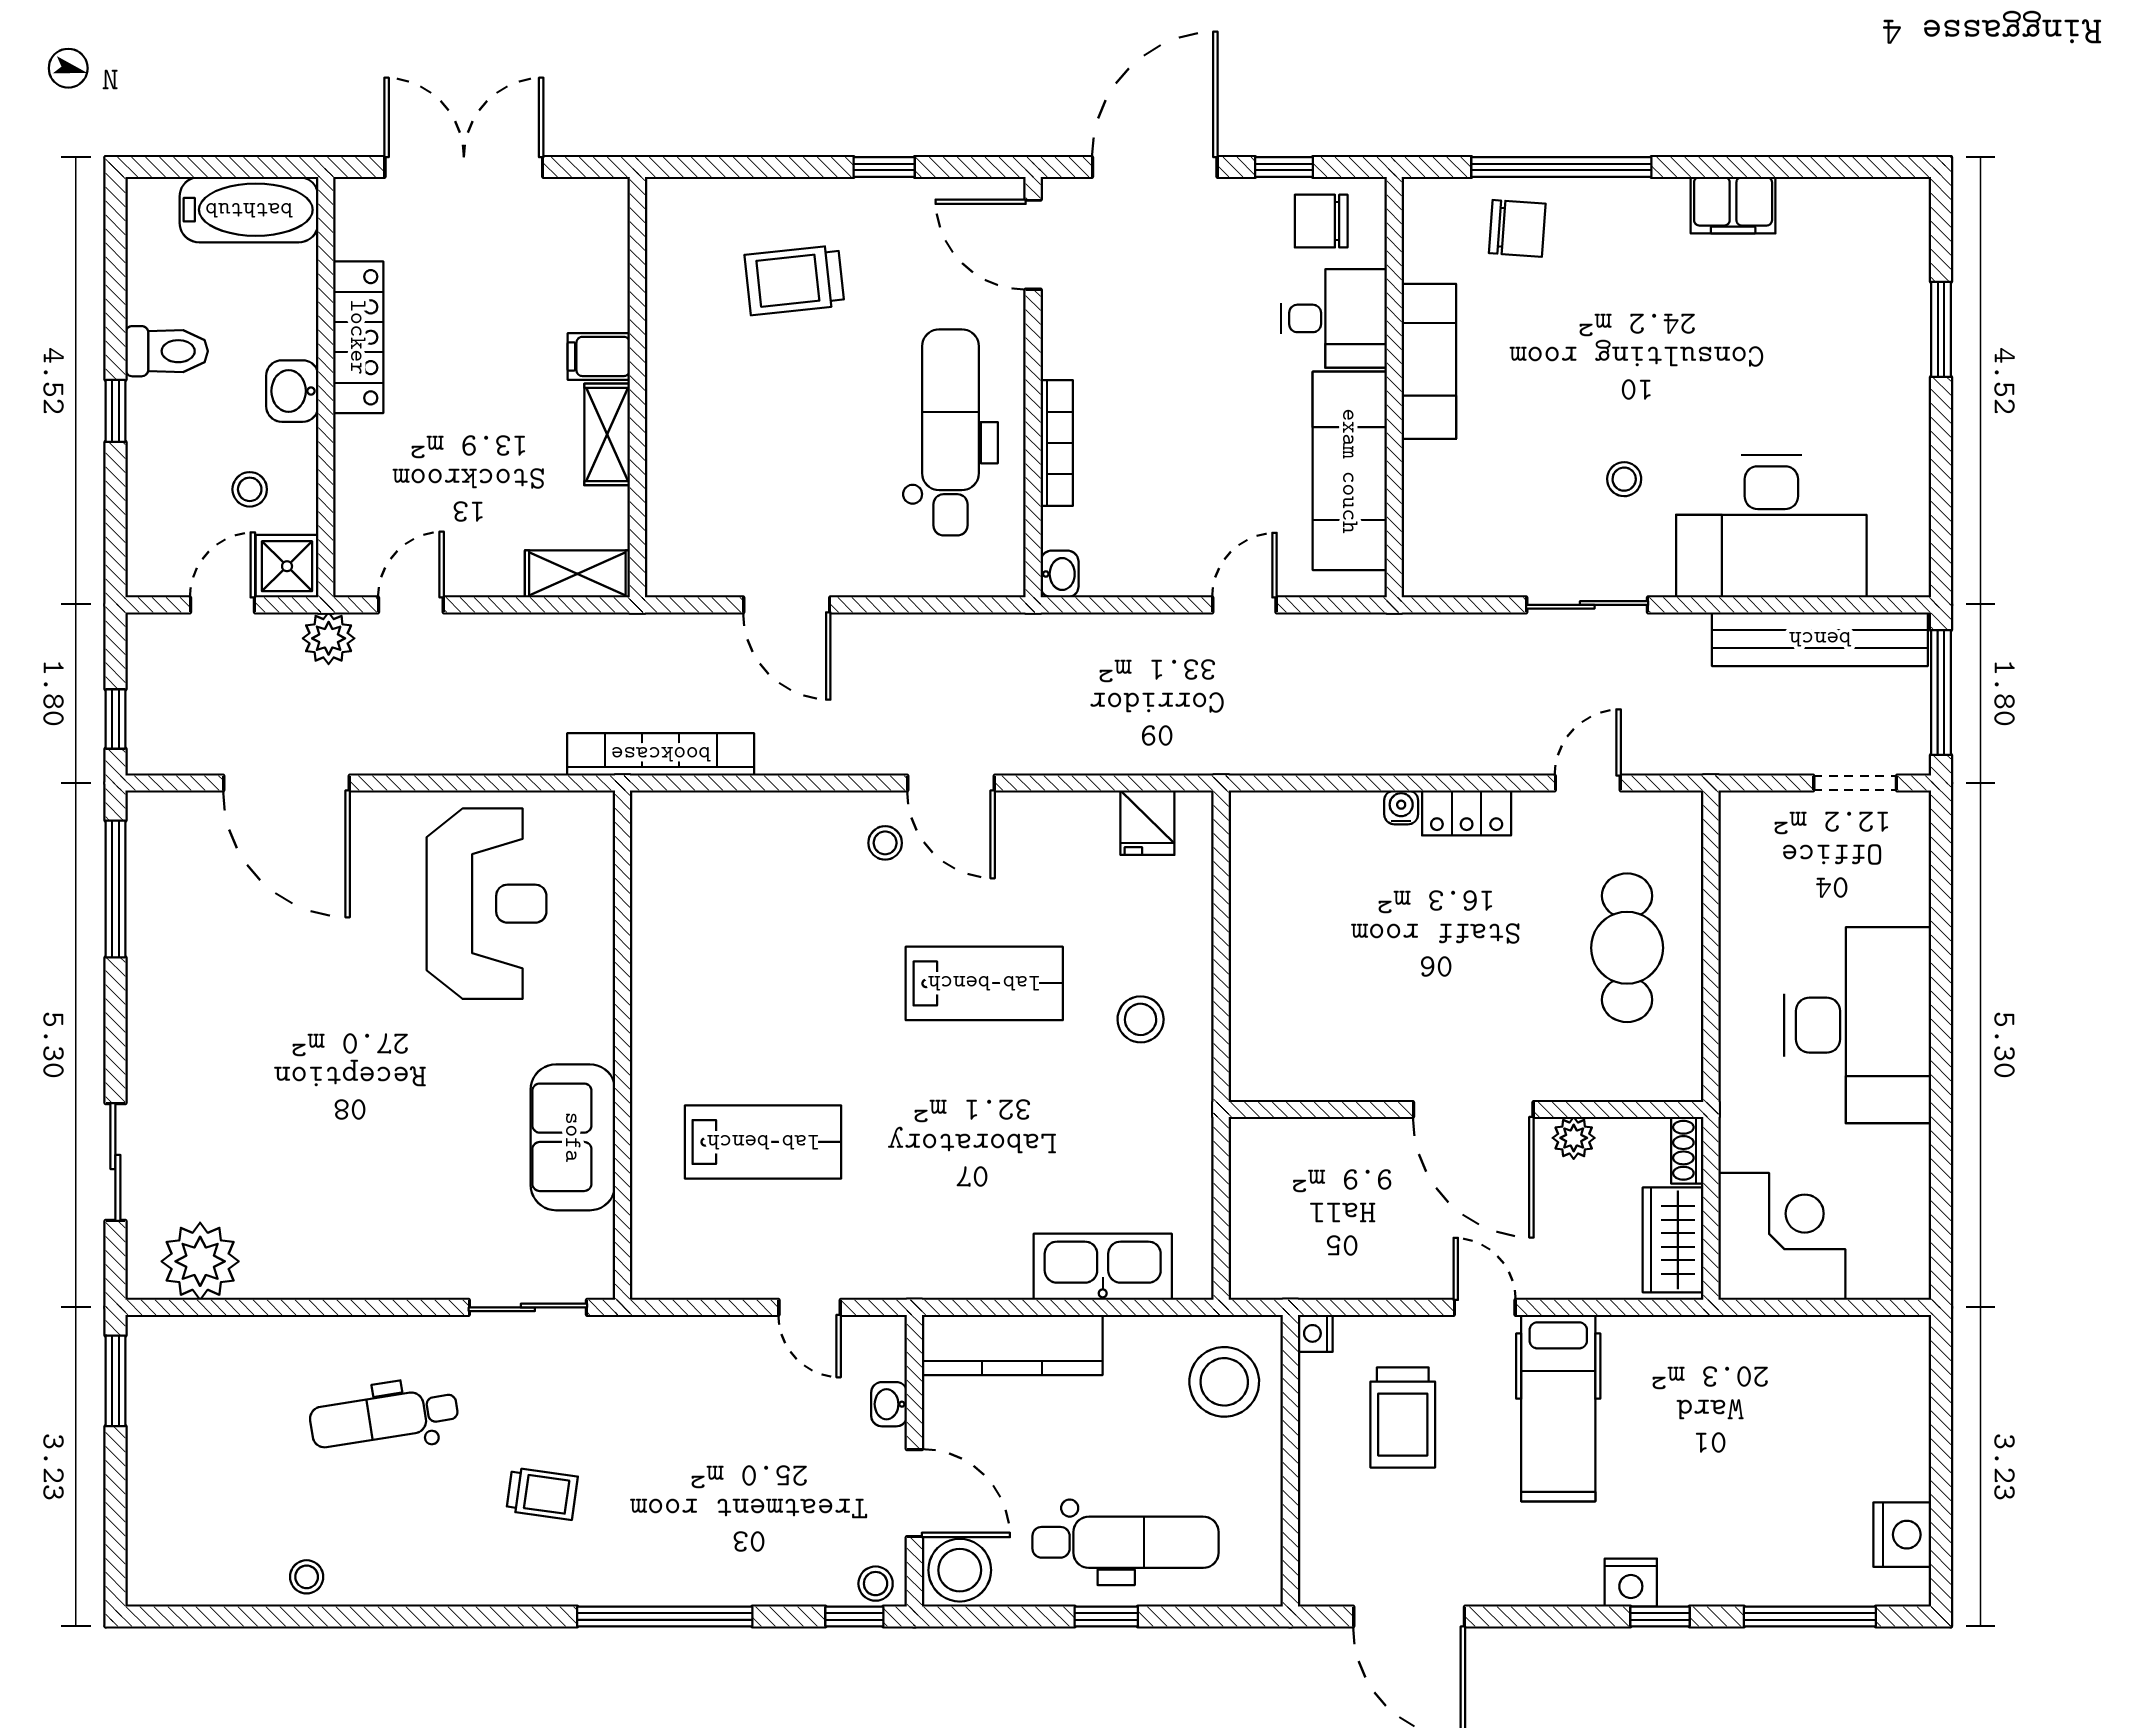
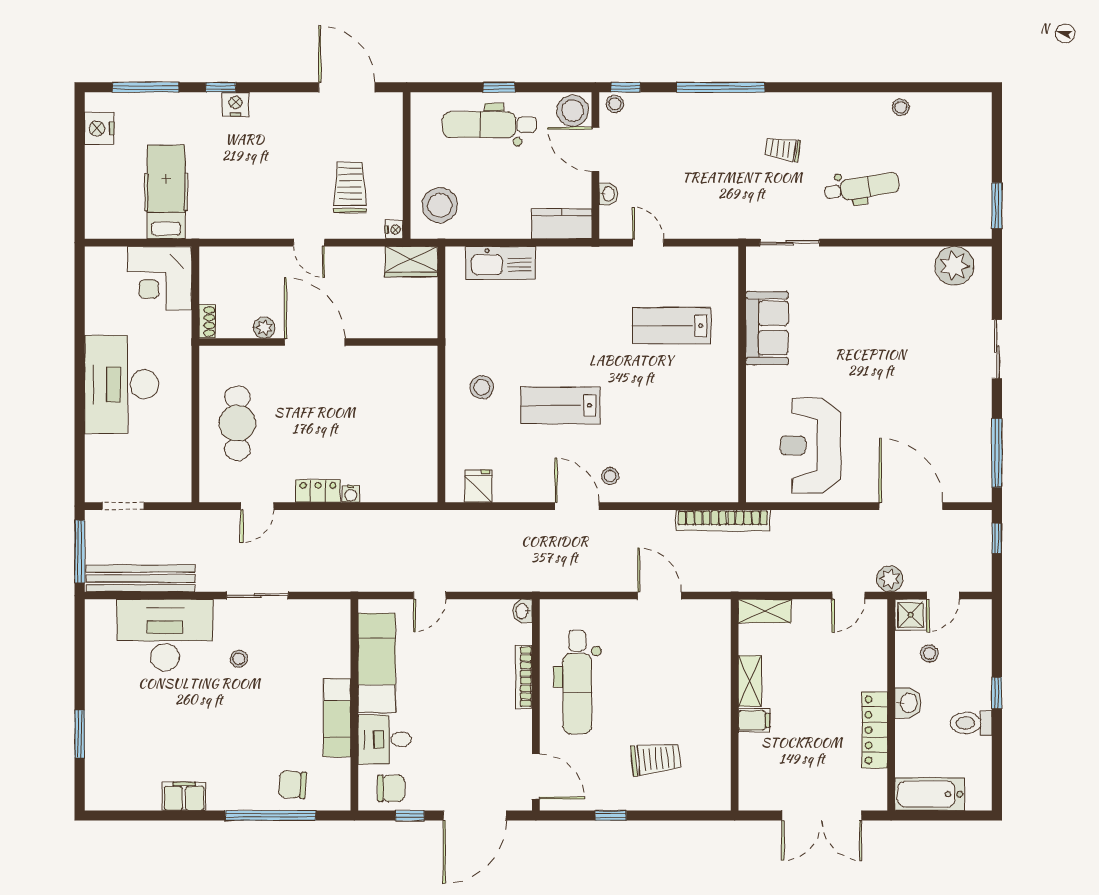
sliding door: (115, 1162) -> (997, 349), moved
wardrobe: (1673, 1240) -> (411, 262), moved, turned 90
kitchen counter: (1012, 1345) -> (561, 224), width x0.67
hospital bed: (1558, 1408) -> (166, 192), moved

